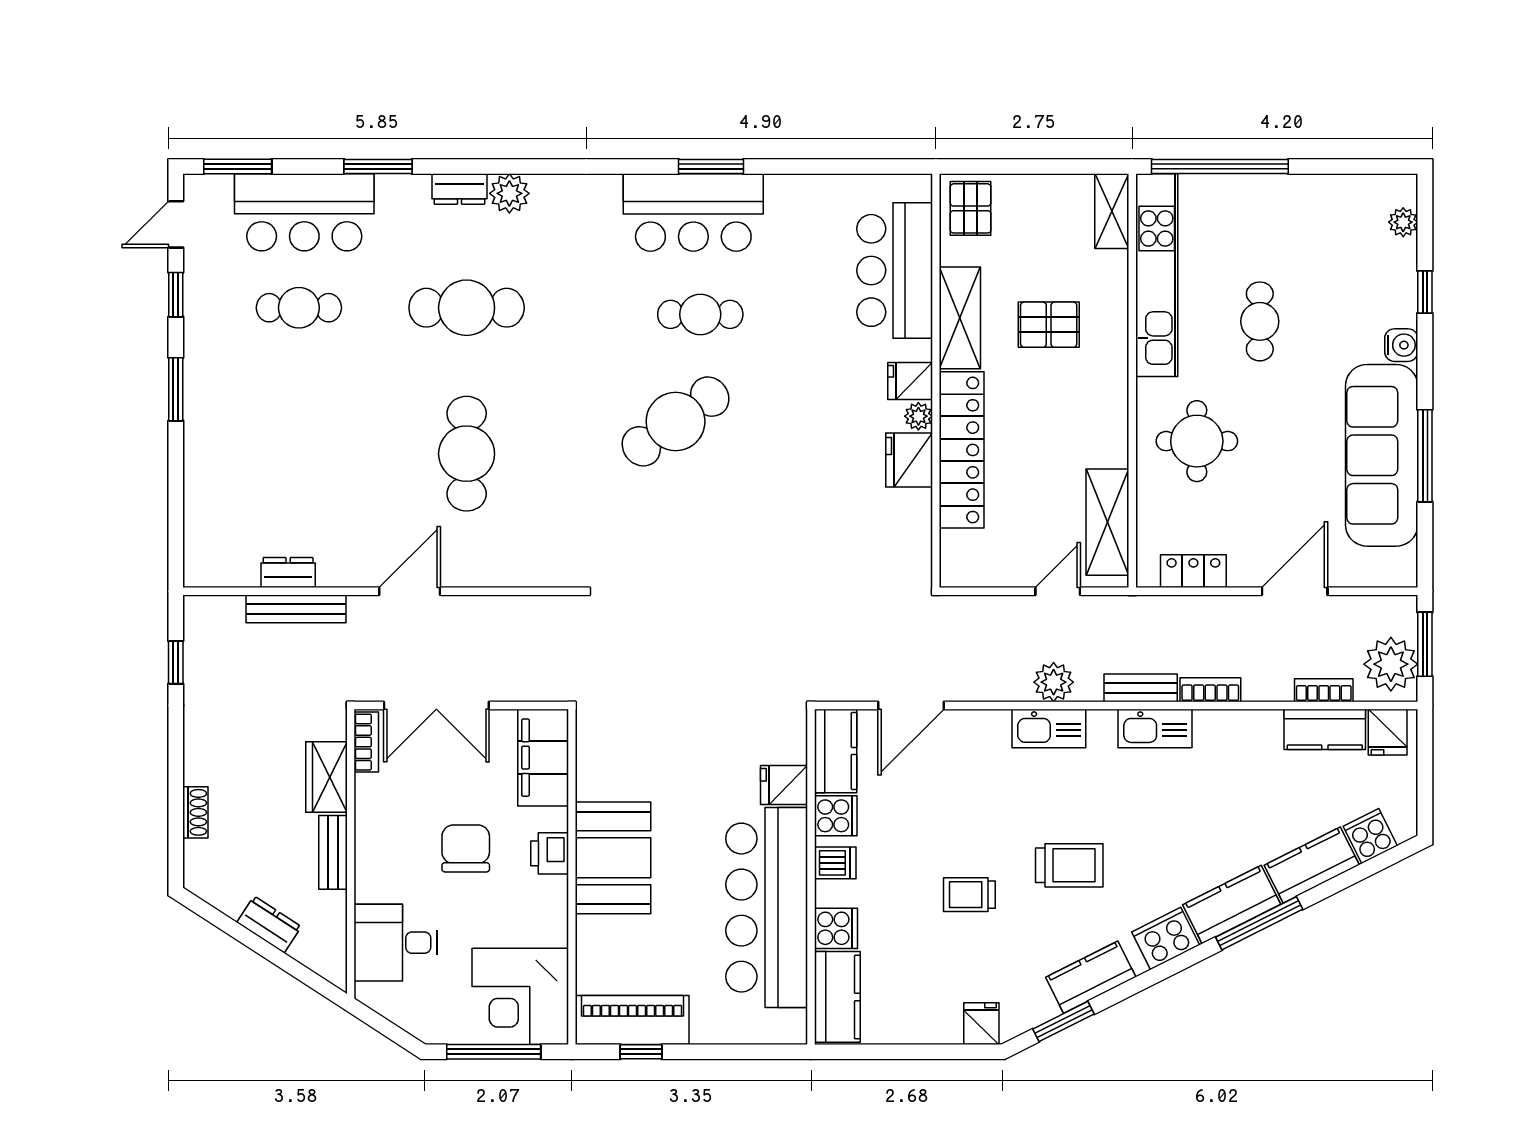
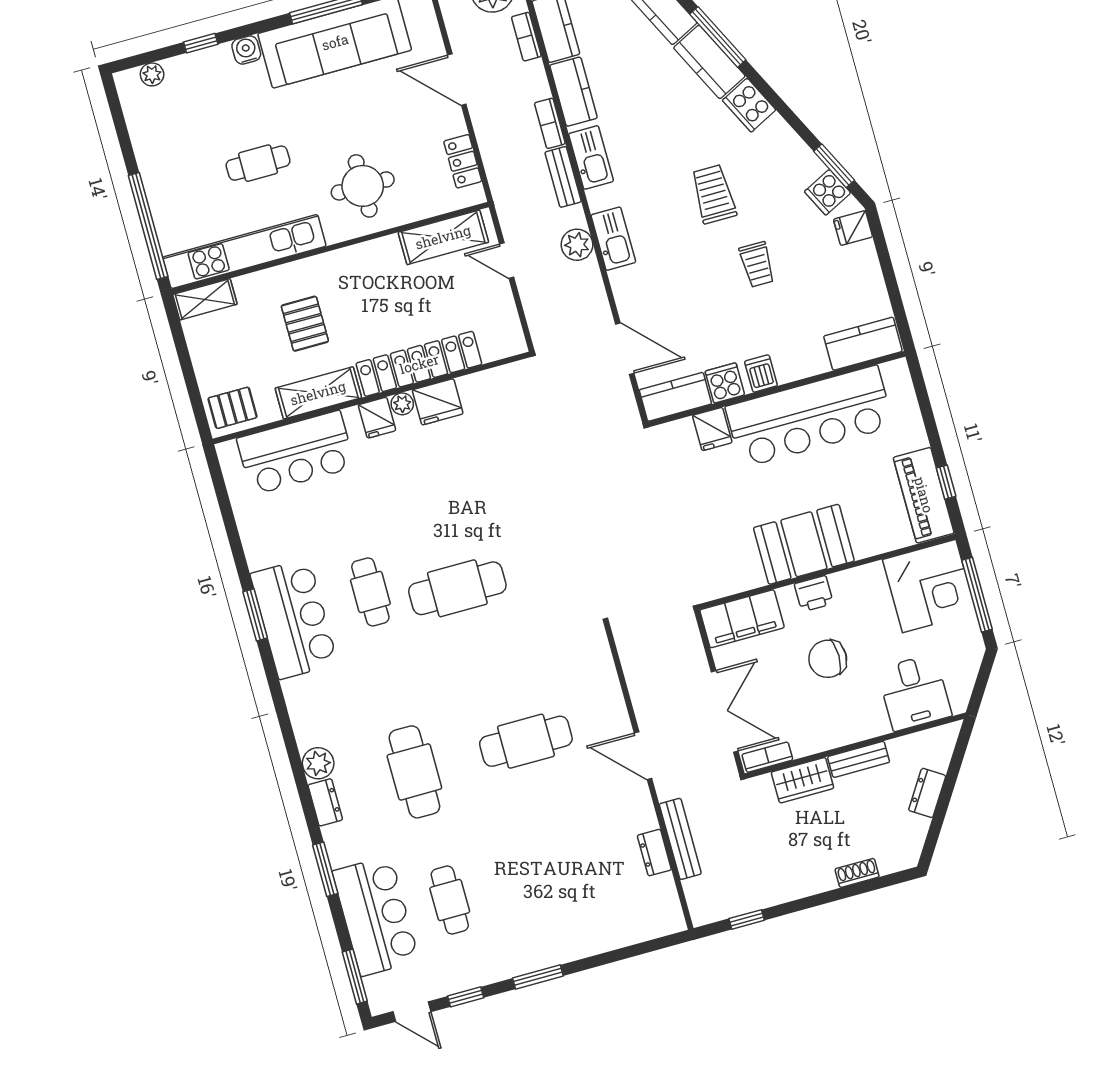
cafe table: (676, 421) -> (457, 588), turned -54
cooker: (836, 928) -> (828, 192), moved, turned -117
kitchen counter: (1091, 977) -> (573, 92), moved, turned -153

